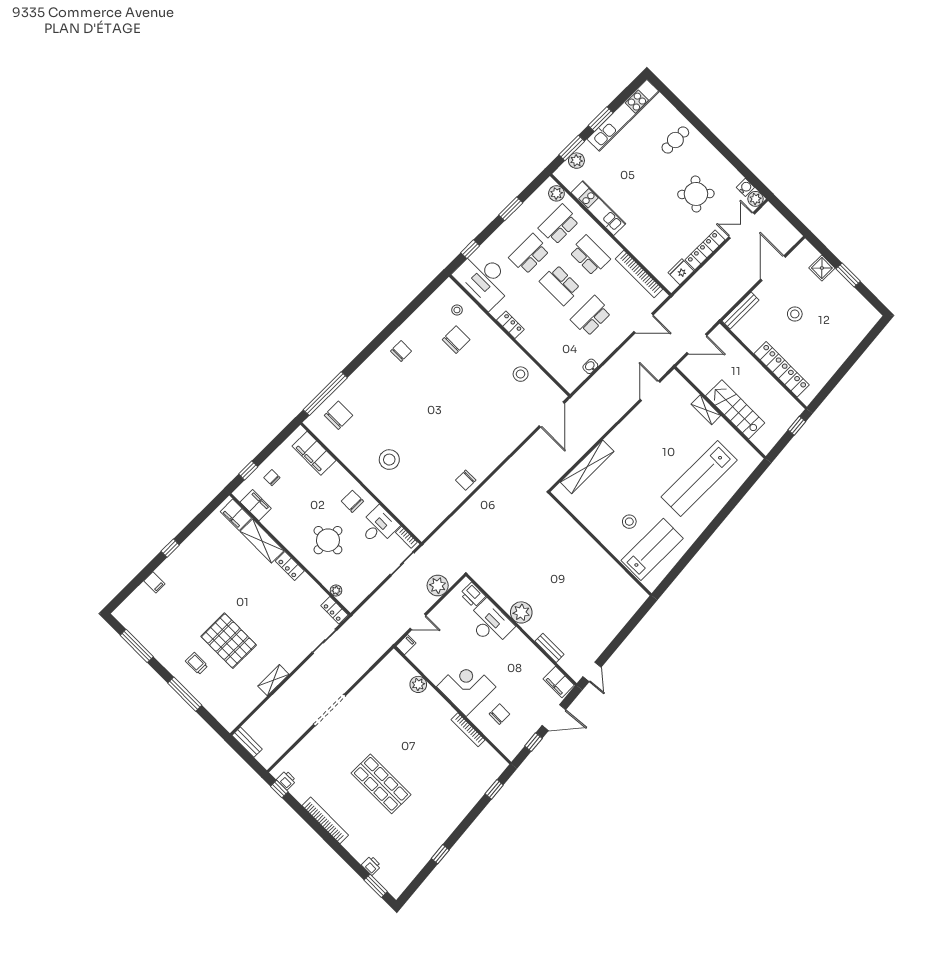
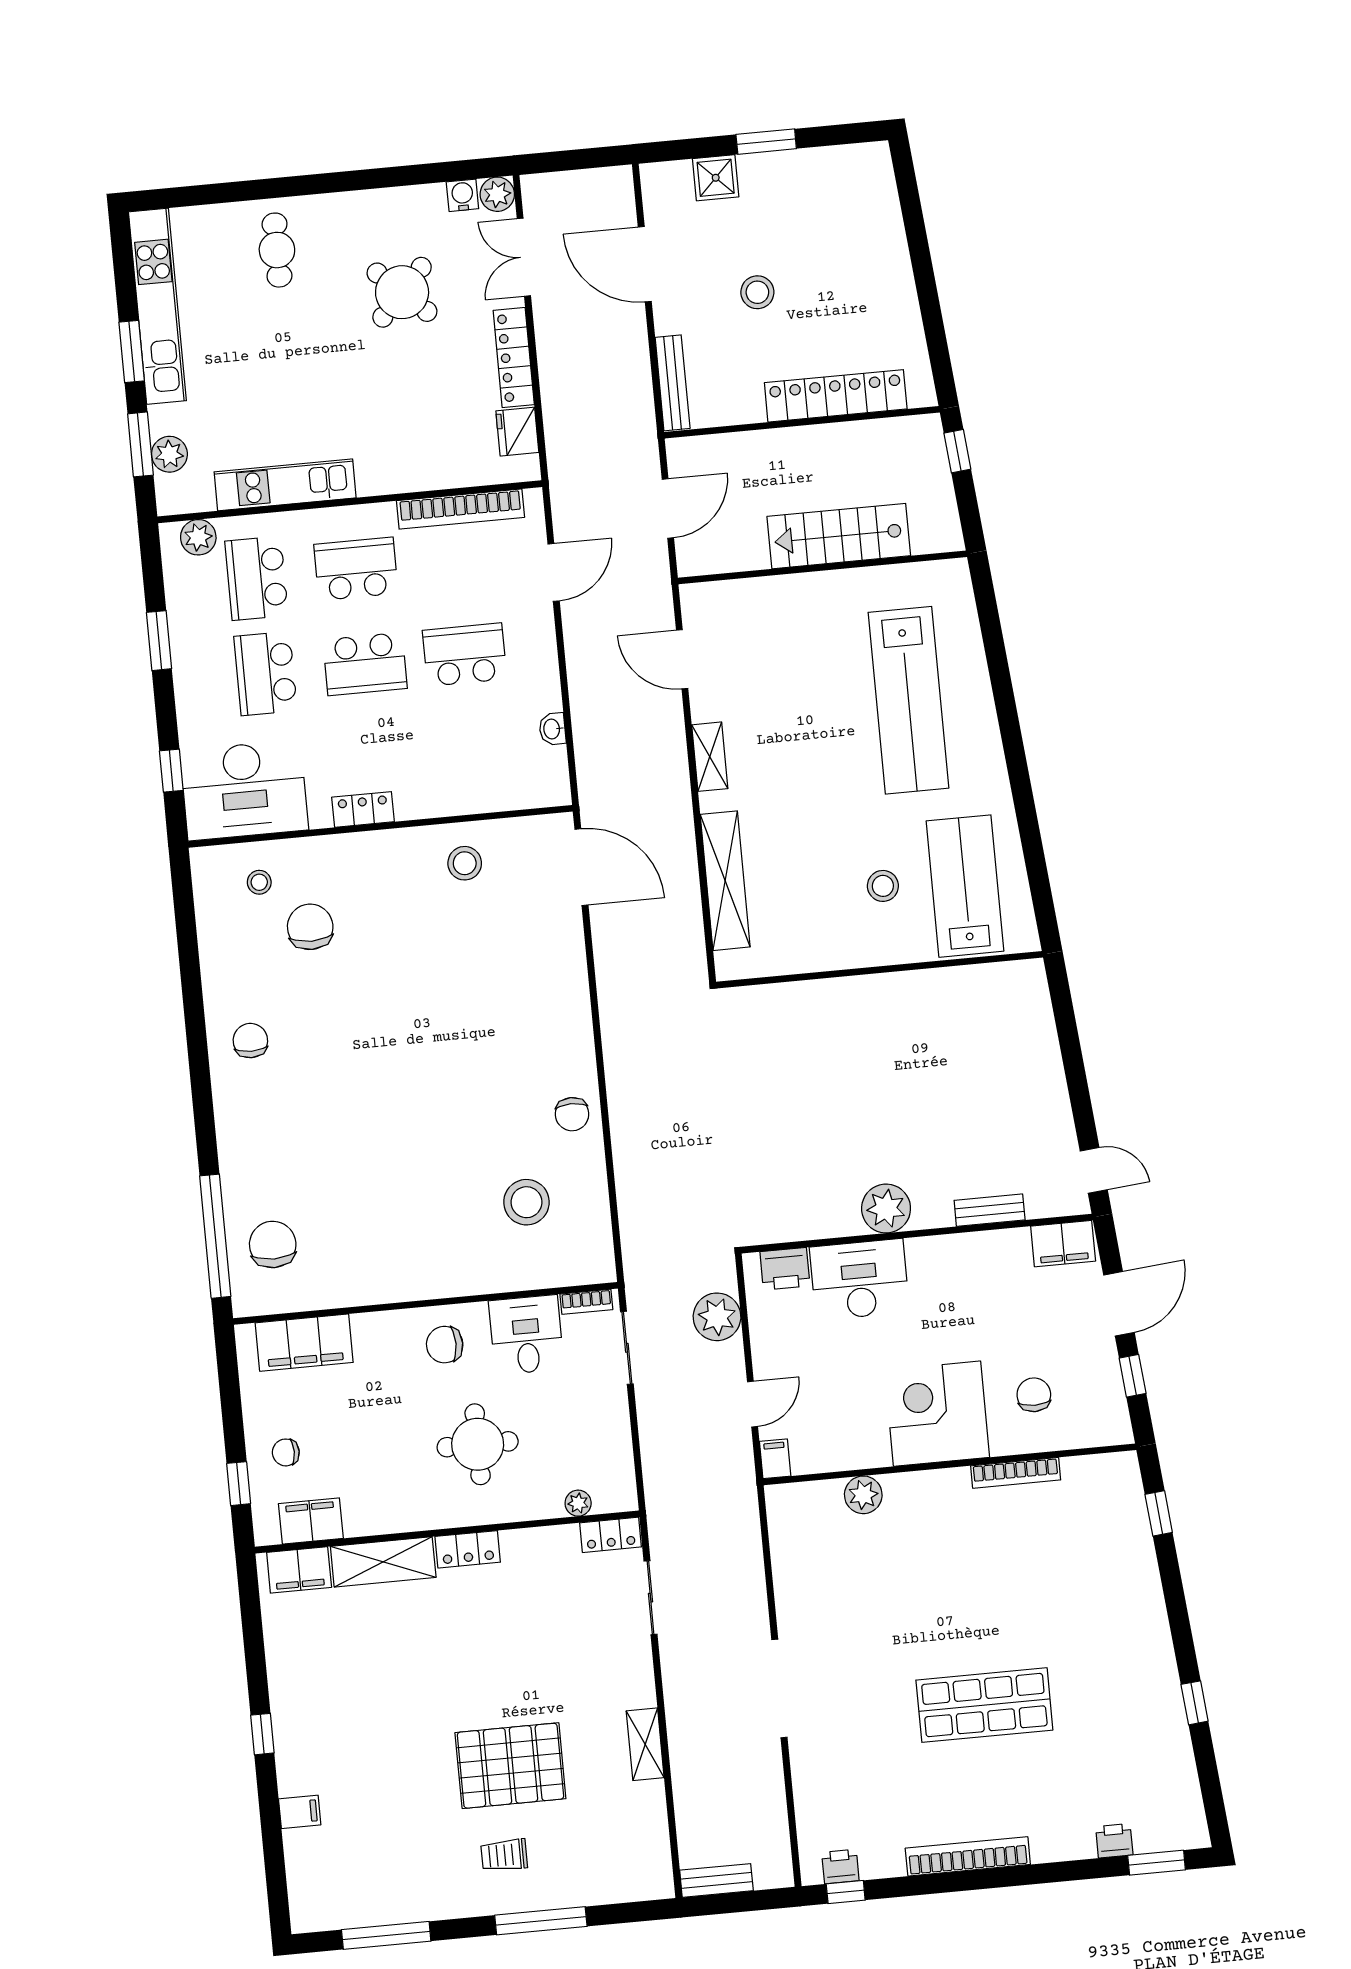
school desk: (591, 316) -> (465, 655), turned 90
shelving: (706, 410) -> (710, 757), moved, turned 90
stool: (389, 460) -> (526, 1202), moved

